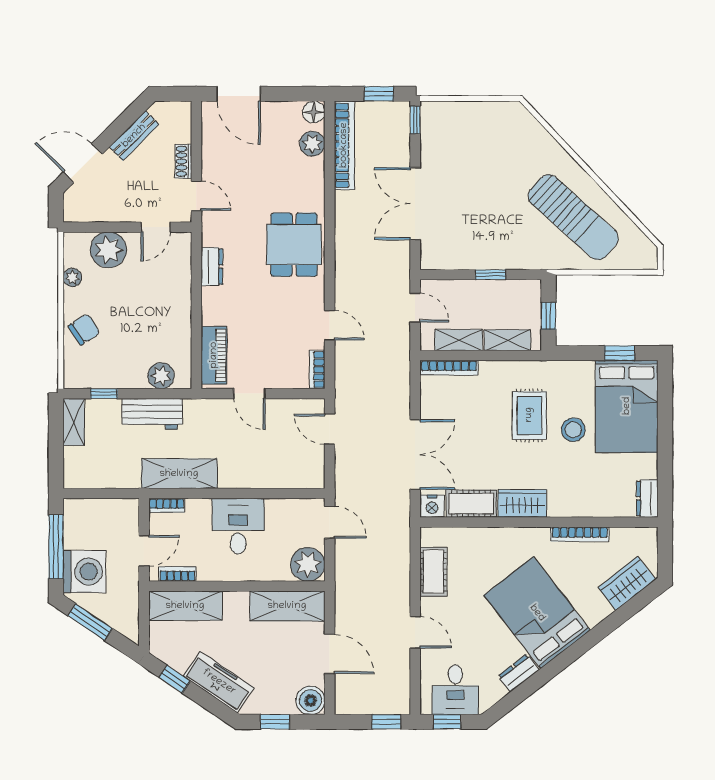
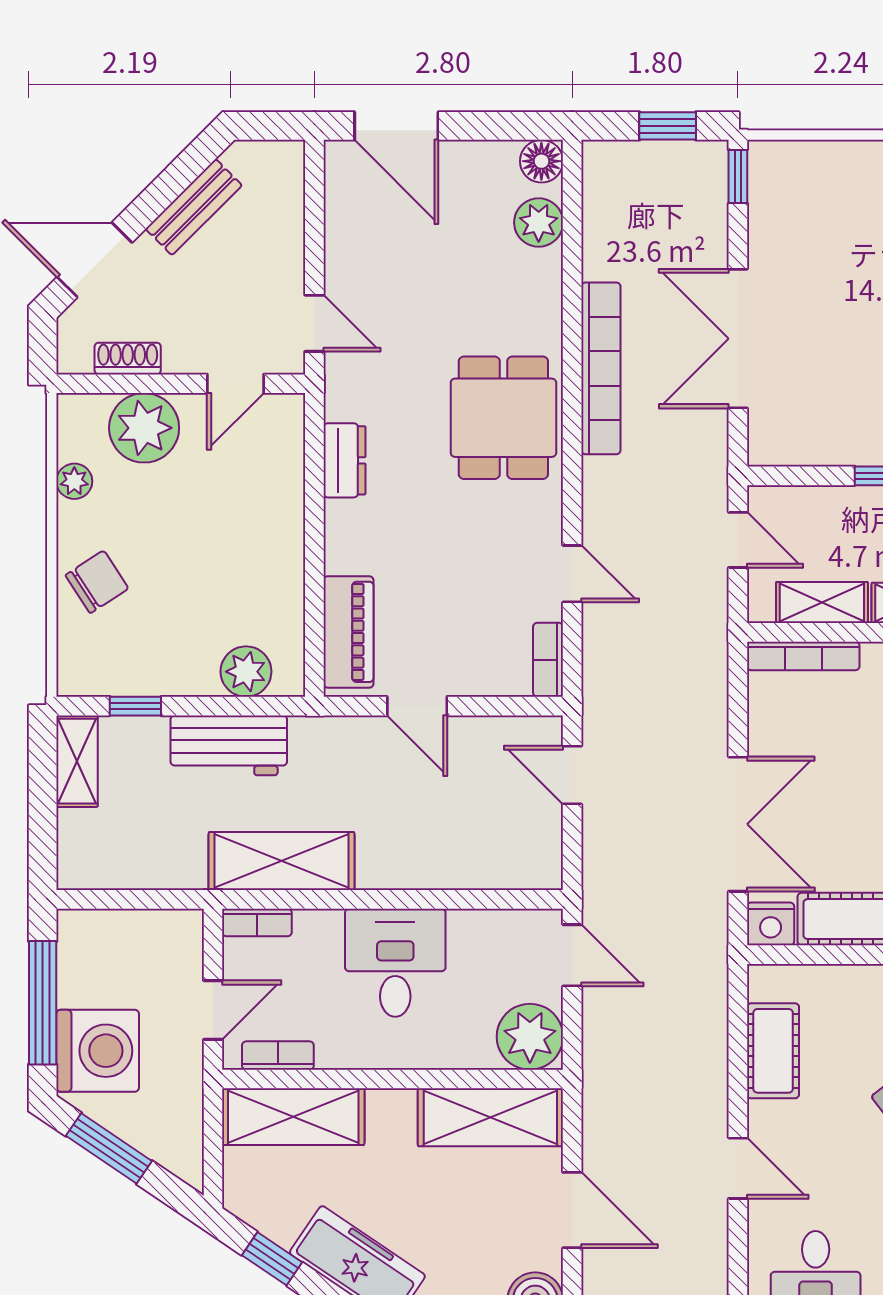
bookcase: (344, 145) -> (601, 368), moved
shoe rack: (183, 161) -> (128, 359), moved, turned 90

